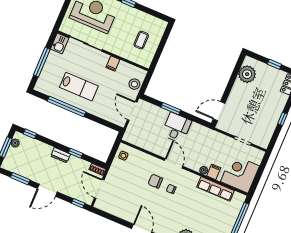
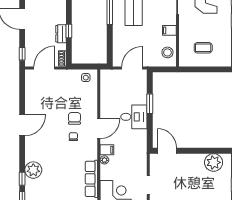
stool: (134, 84) -> (167, 52), moved
dresser: (61, 155) -> (61, 34), moved
filing cabinet: (214, 172) -> (107, 150), moved

